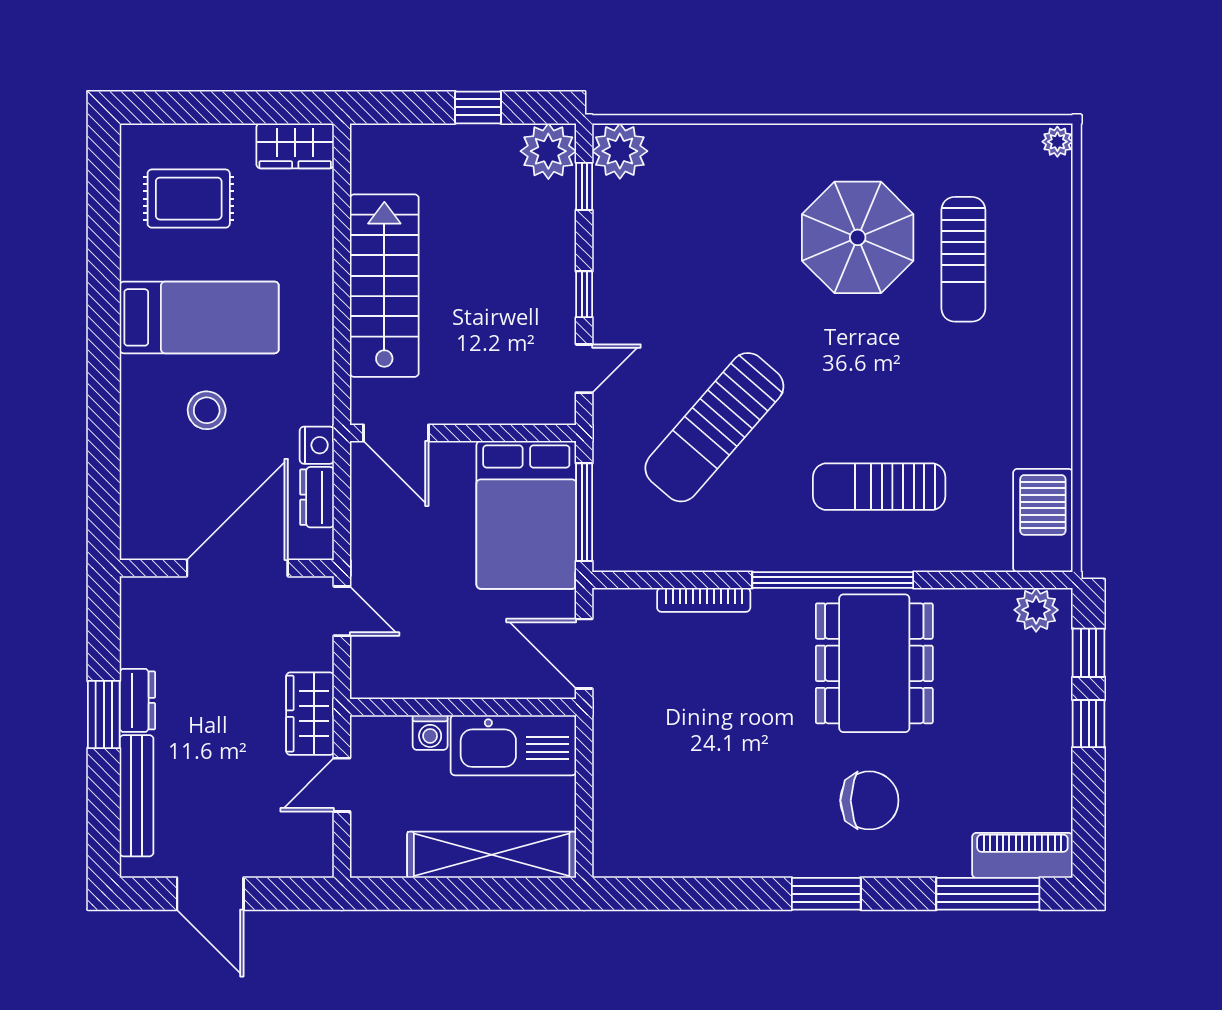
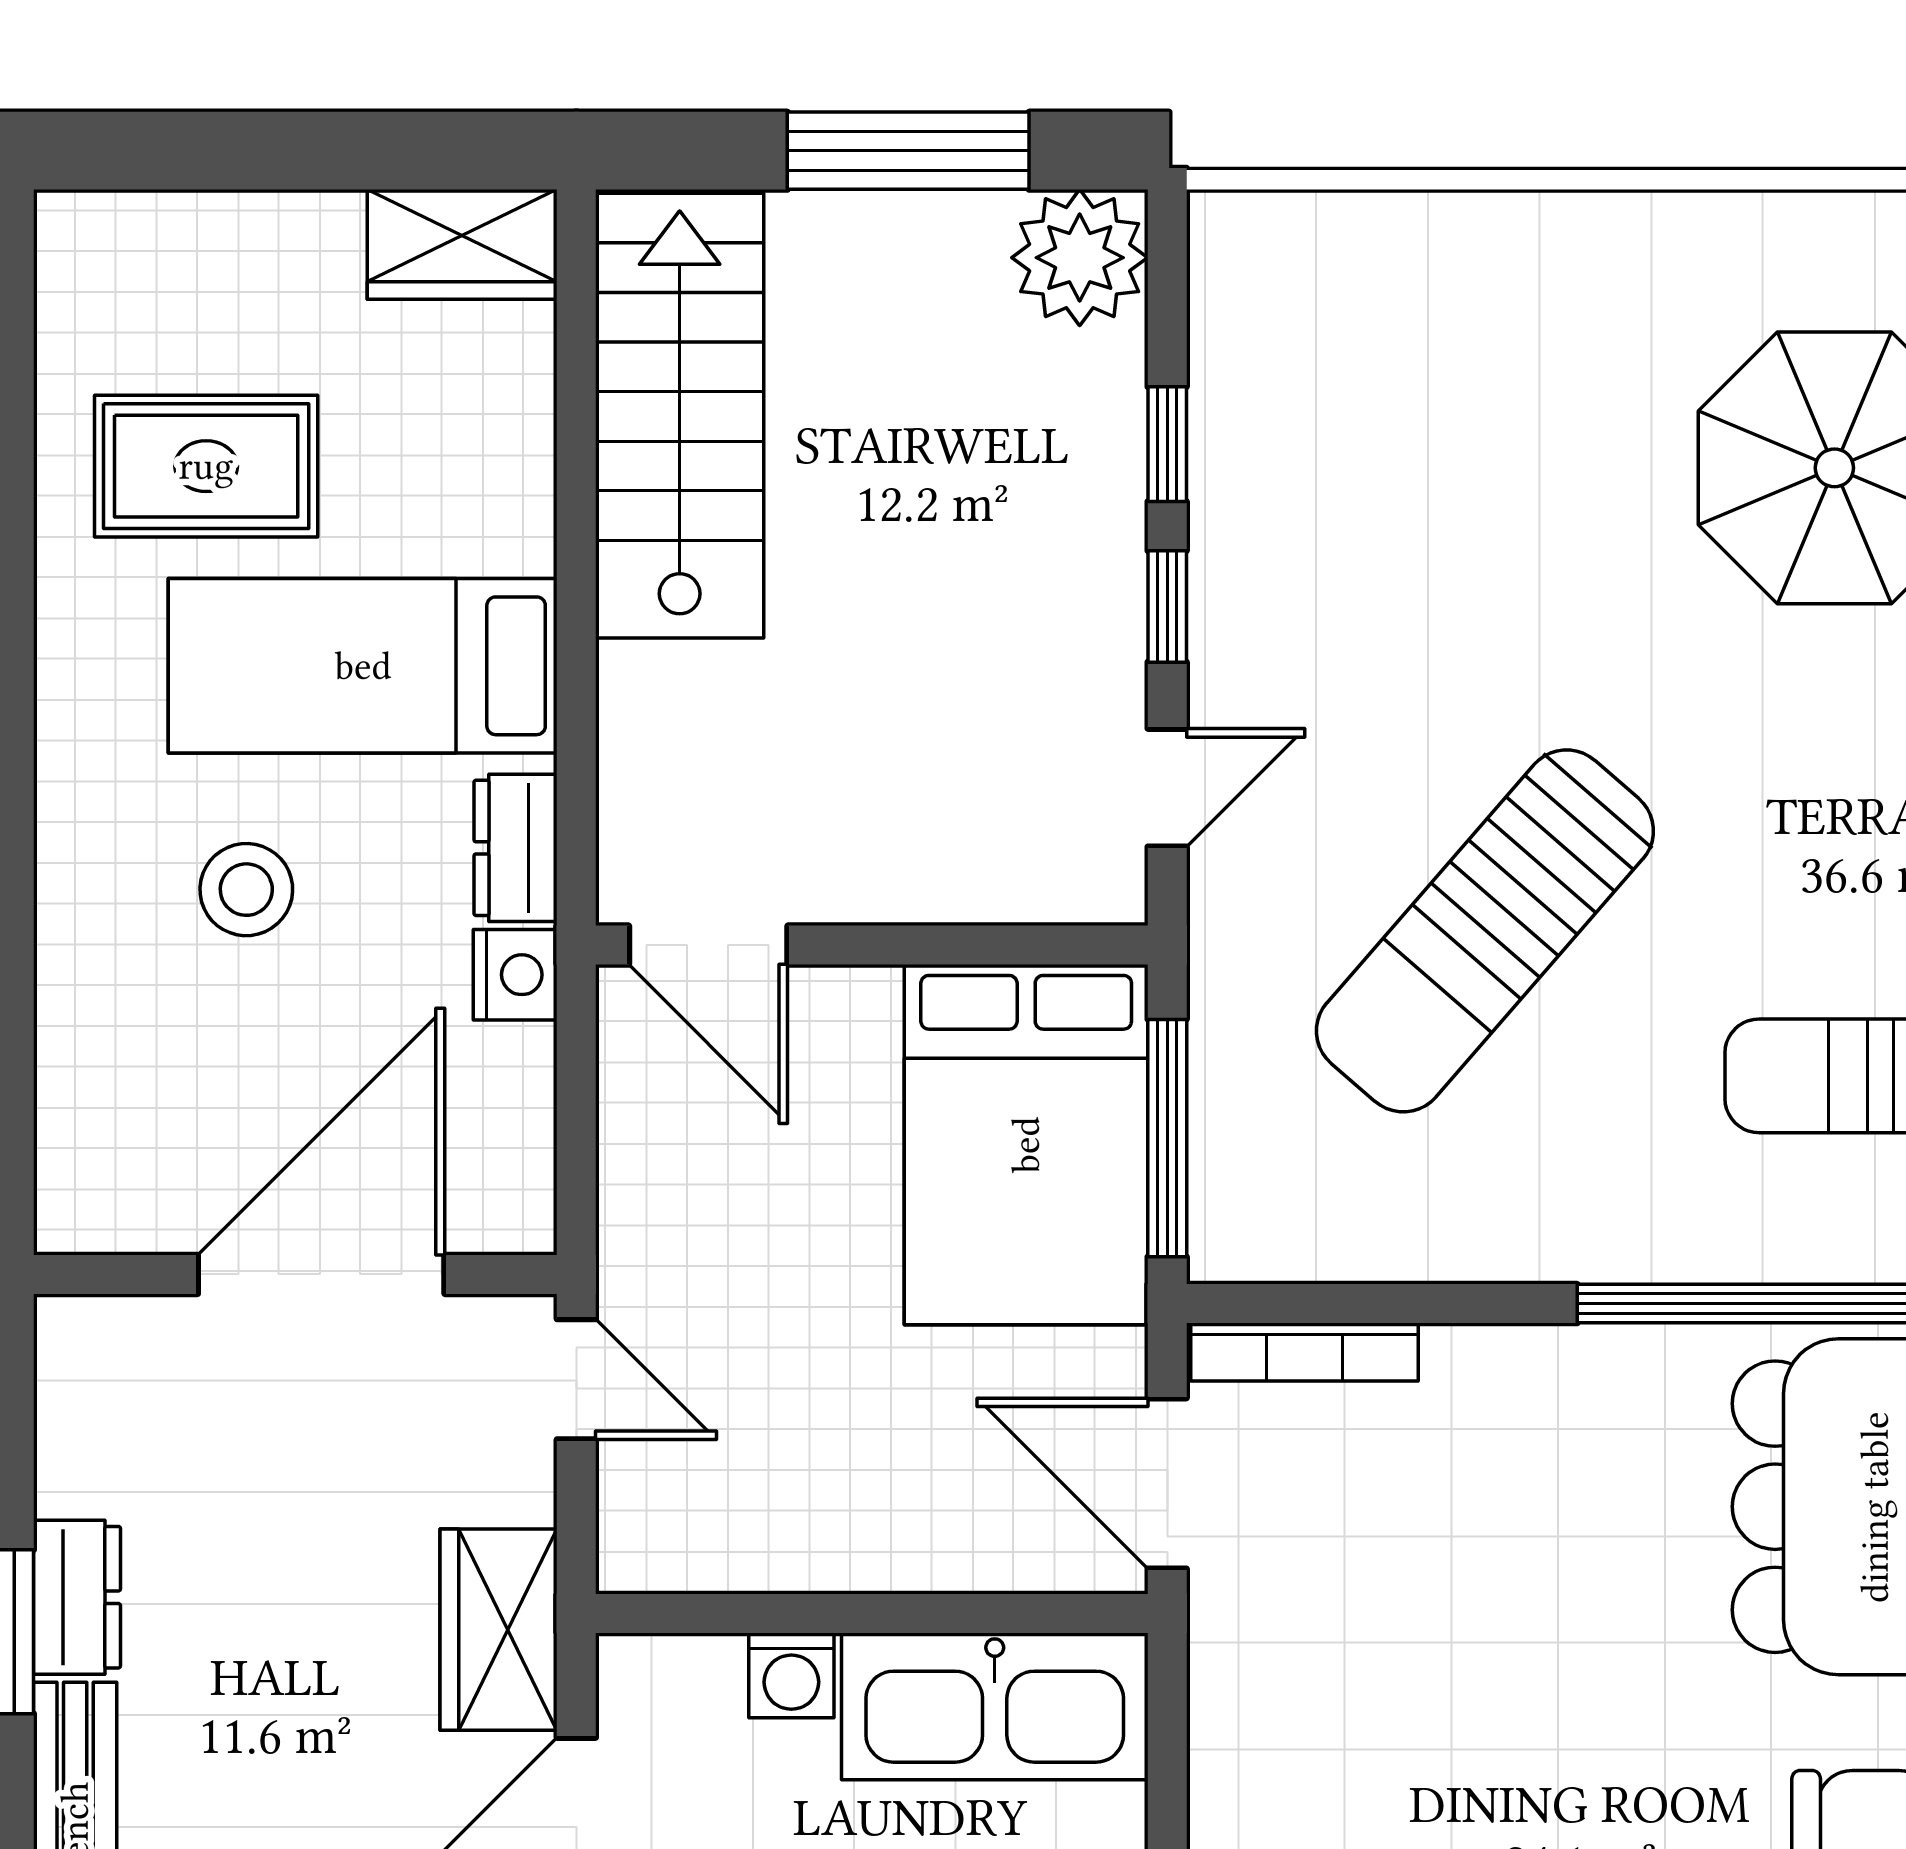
window: (478, 107) -> (908, 151), width x2.17
plant: (620, 151) -> (1254, 257), removed
window: (584, 186) -> (1167, 444), moved
rug: (189, 199) -> (206, 466), moved
stairs: (384, 286) -> (680, 416), moved
bed: (199, 317) -> (363, 666), moved, turned 180
dresser: (317, 497) -> (515, 848), moved
bookcase: (704, 600) -> (1305, 1352), moved

